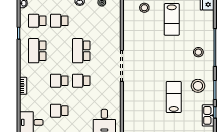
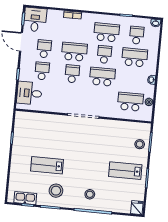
school desk: (59, 21) -> (135, 57), width x1.85
school desk: (103, 21) -> (130, 102), added
school desk: (59, 51) -> (104, 54), added
school desk: (59, 81) -> (74, 52), width x1.85
lab bench: (174, 97) -> (47, 165), turned 180
school desk: (81, 111) -> (42, 71), added

